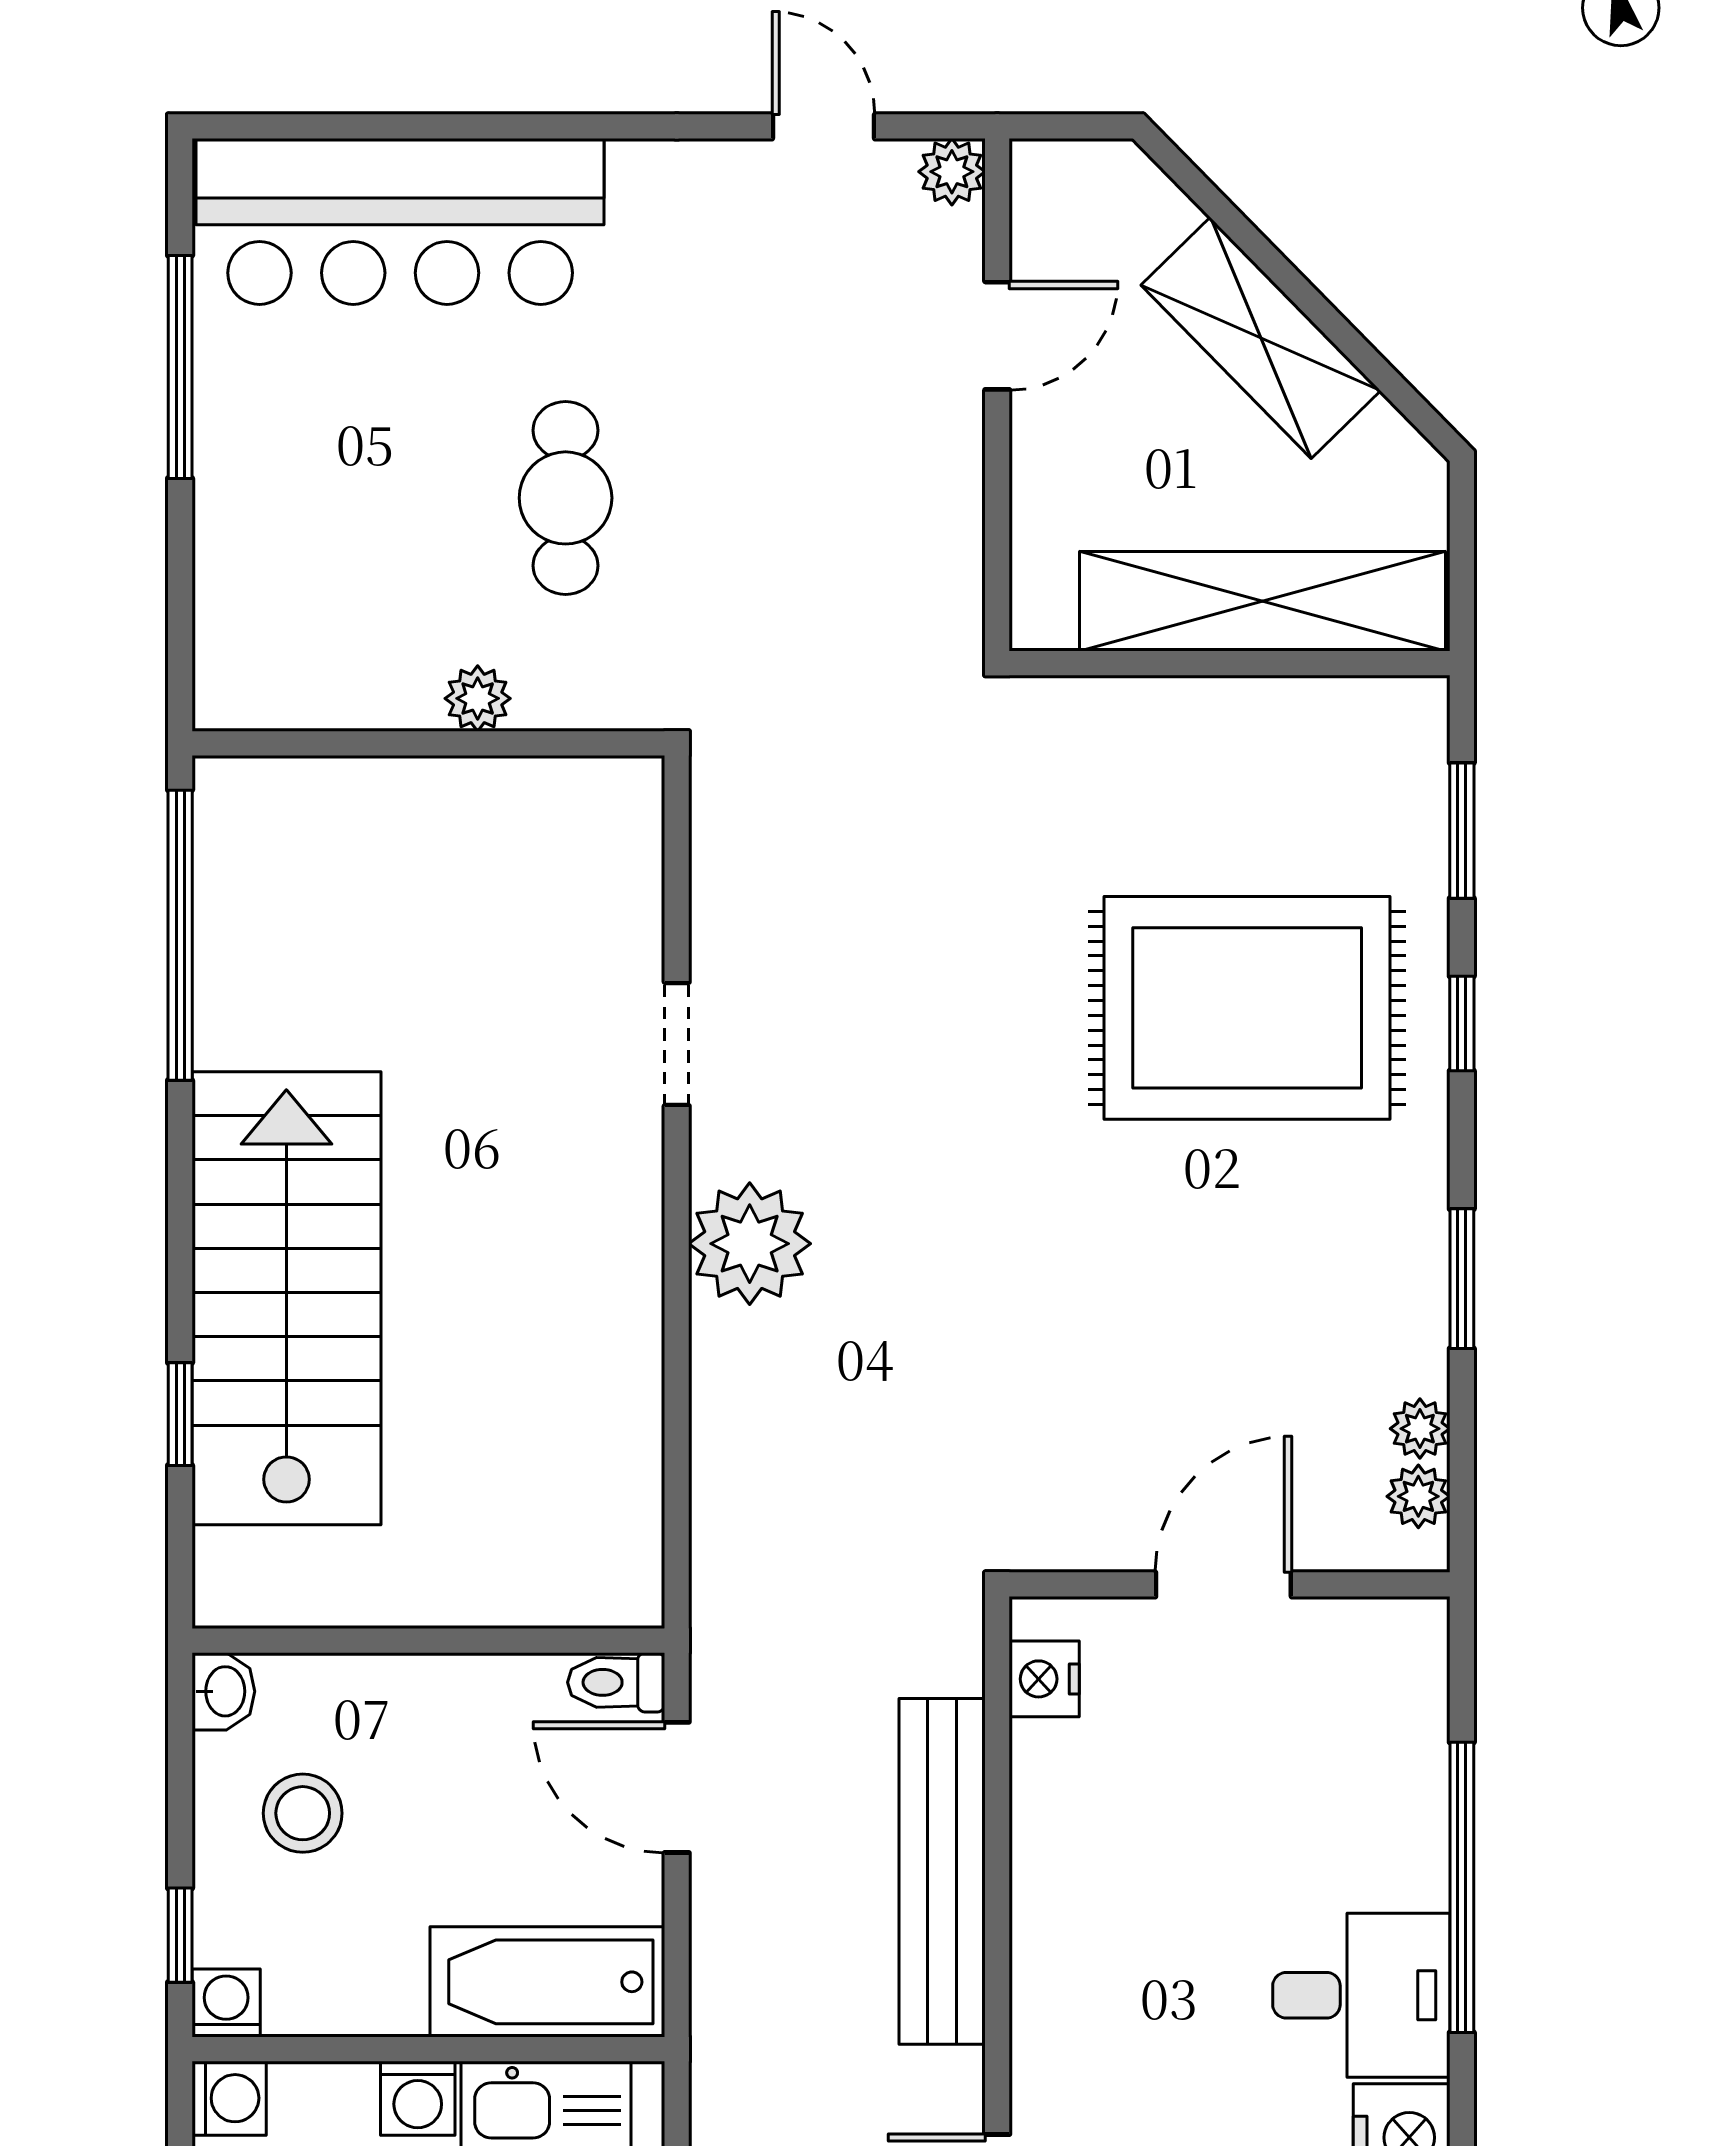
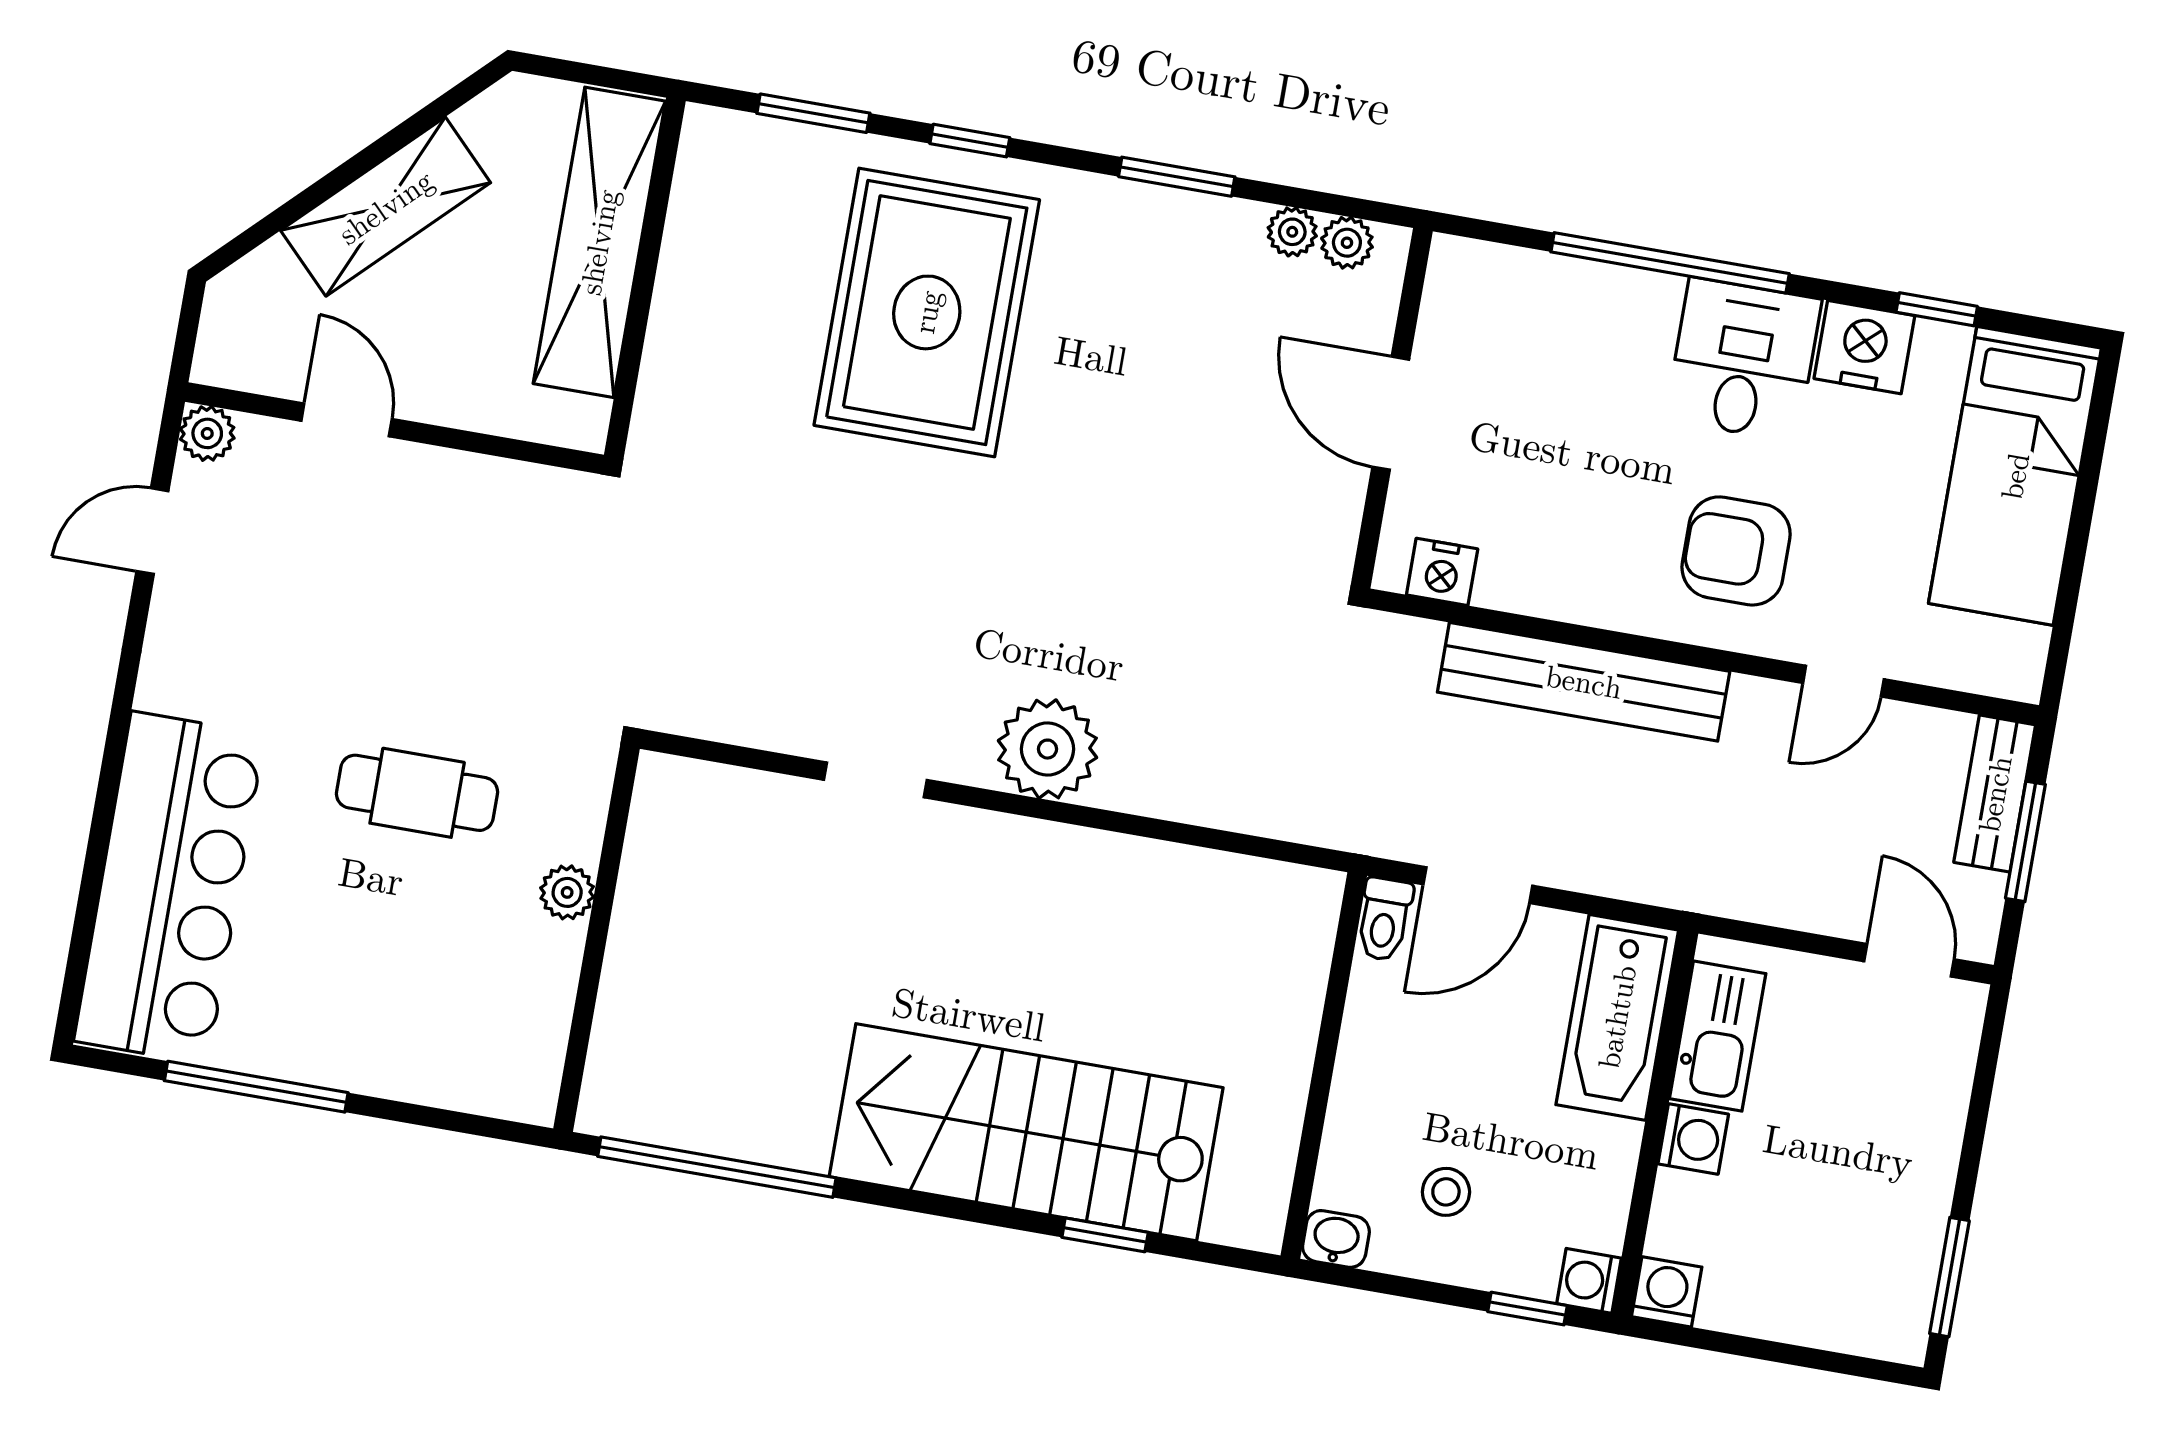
stool: (303, 1813) -> (1446, 1192), width x0.73, depth x0.73
armchair: (1131, 2027) -> (1736, 551), added

